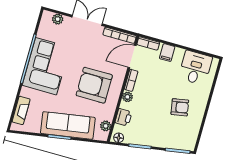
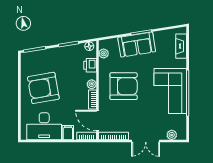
door: (132, 57) -> (98, 121), swing flipped
desk: (195, 68) -> (44, 126), width x1.37
armchair: (180, 107) -> (43, 88), width x1.88, depth x1.88
sofa: (68, 125) -> (137, 45), width x0.73

